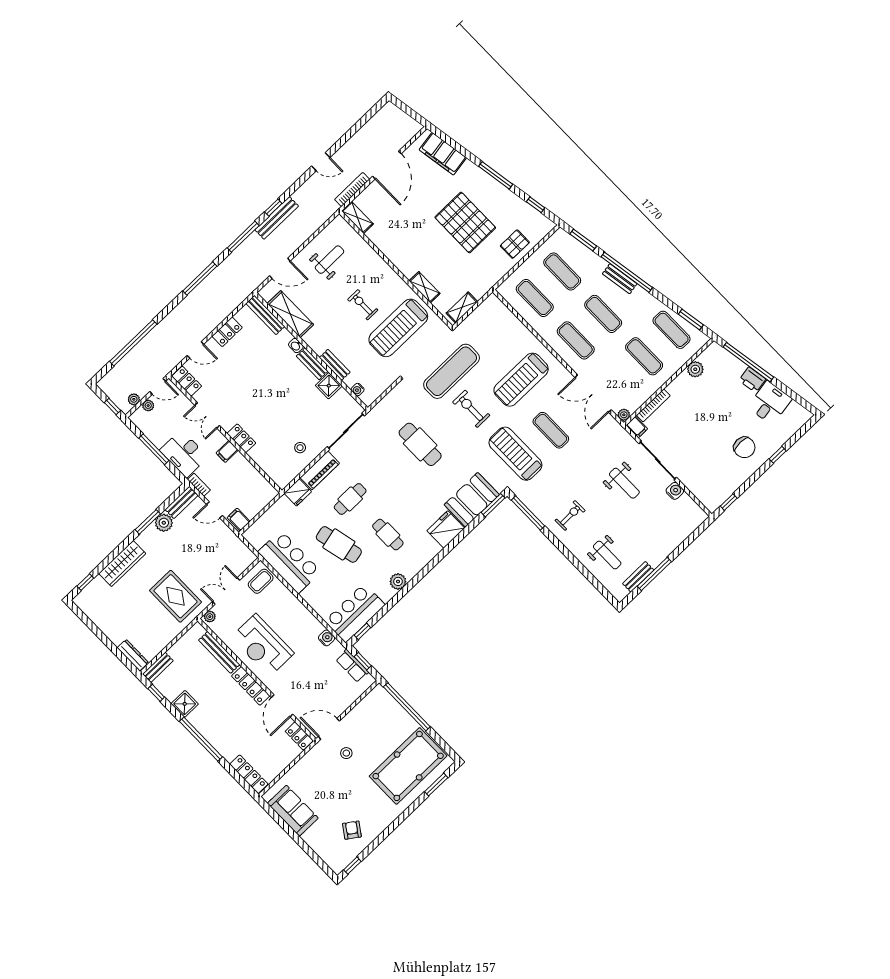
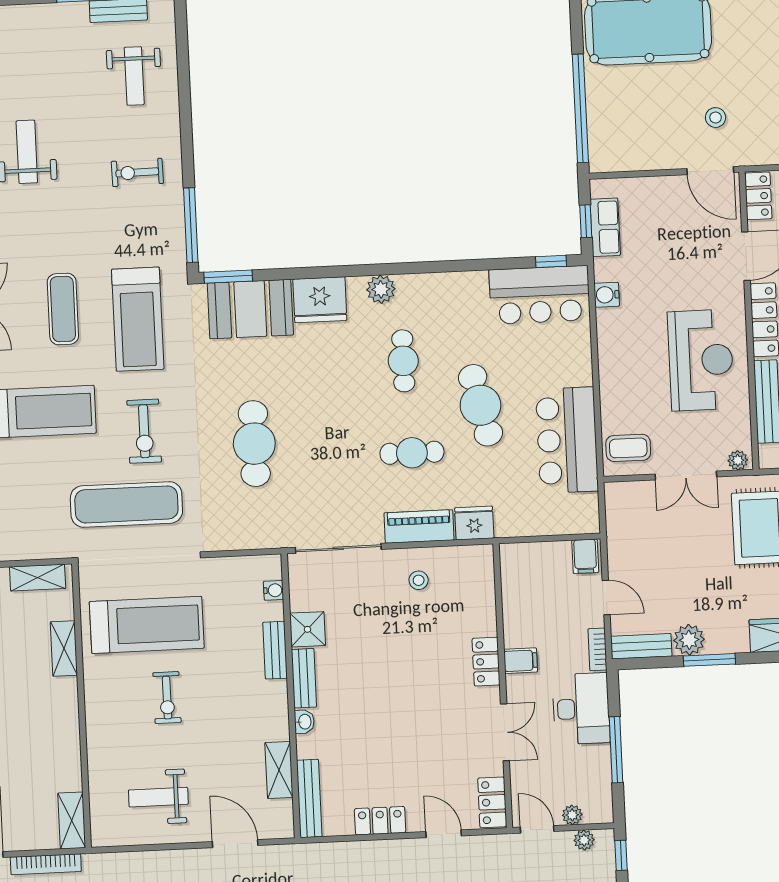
shelving: (290, 314) -> (279, 770), width x0.67, depth x0.75
weight bench: (607, 555) -> (134, 76), turned 180
plant: (398, 581) -> (381, 289), moved

